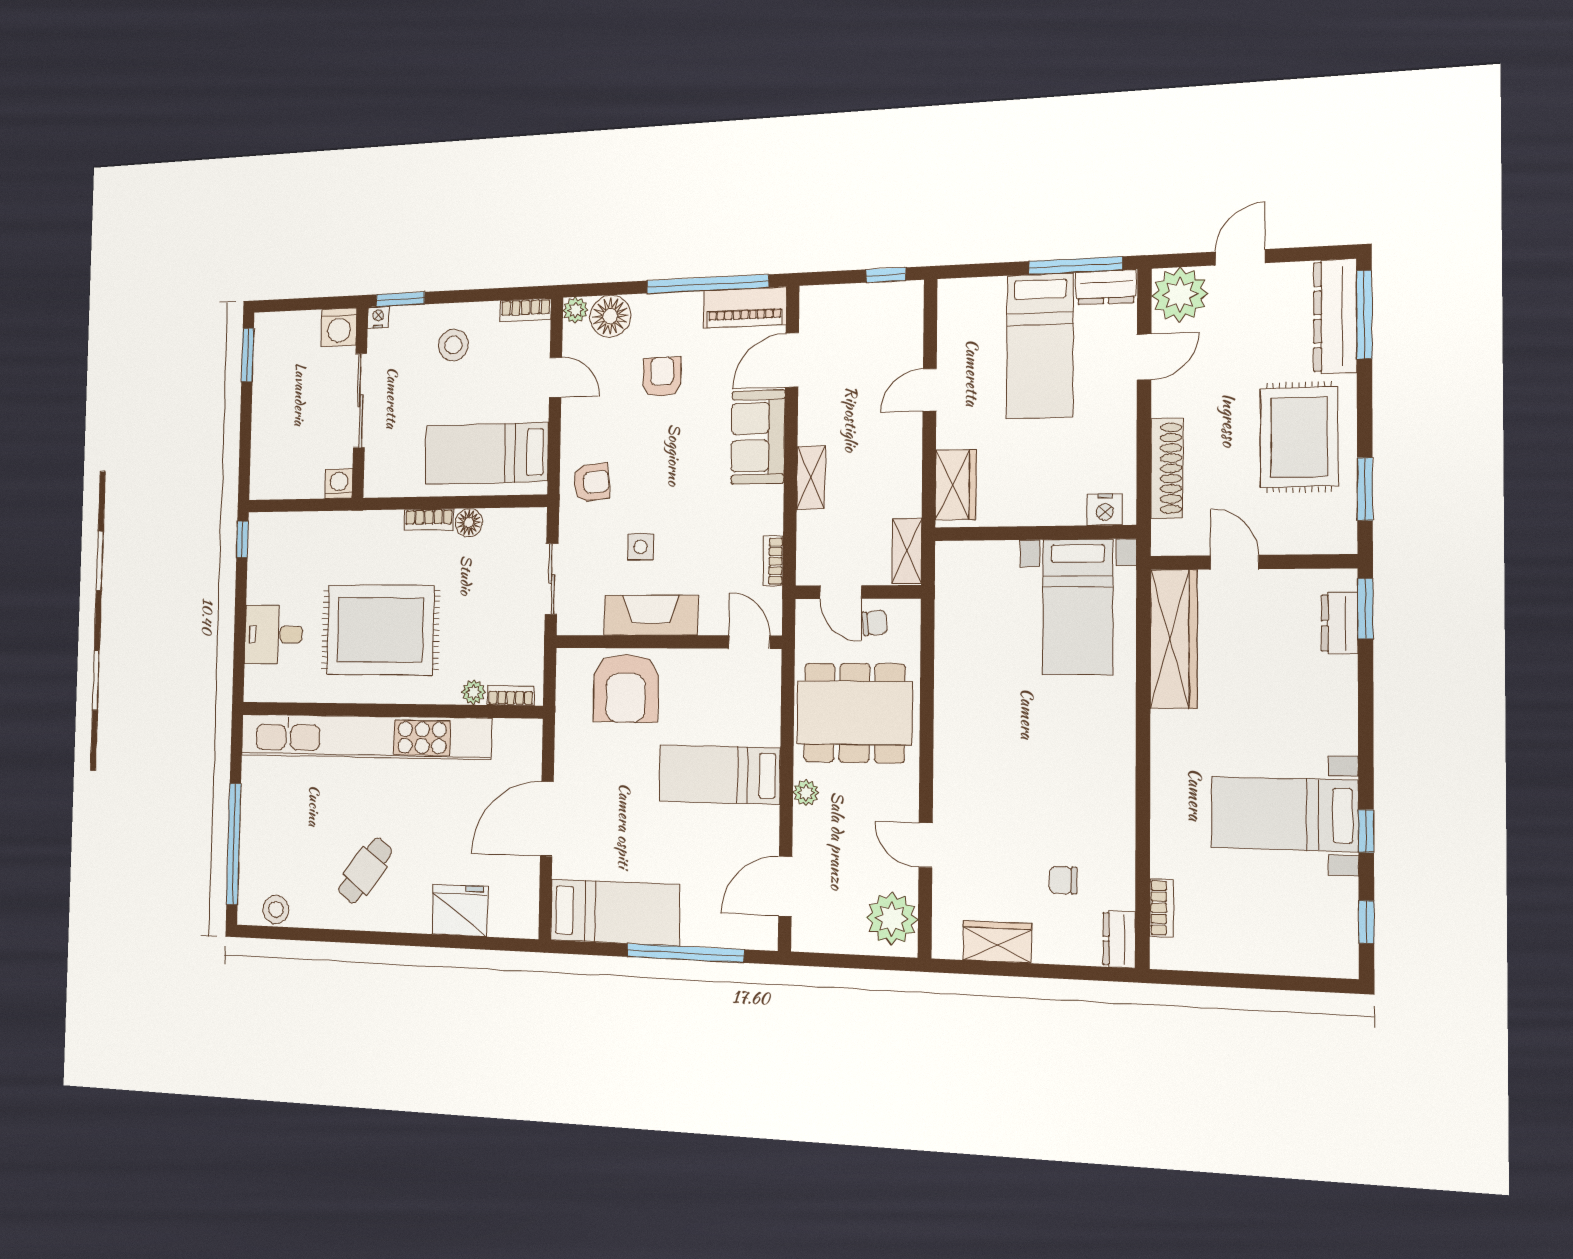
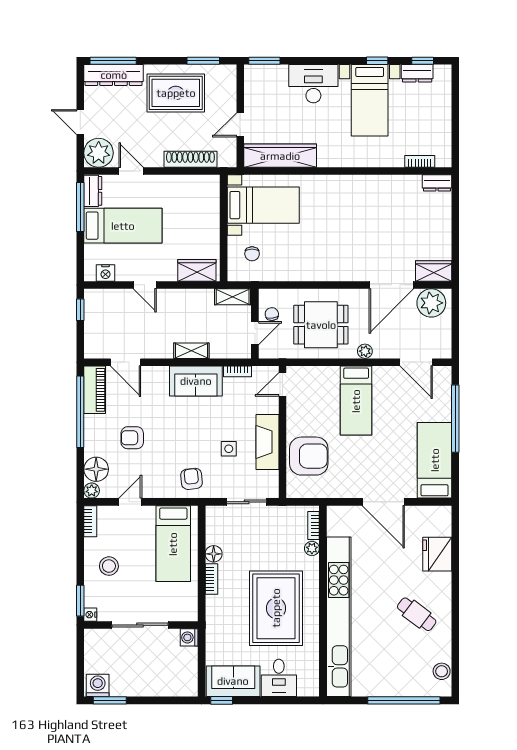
washing machine: (339, 327) -> (98, 685), moved, turned -90
sofa: (758, 437) -> (196, 381), moved
nightstand: (1105, 509) -> (105, 273), moved, turned 90
sofa: (270, 558) -> (233, 681), added
dresser: (1340, 623) -> (417, 73), moved
desk: (1318, 704) -> (313, 84), added
dining table: (854, 713) -> (321, 325), width x0.73
door: (926, 845) -> (391, 285), width x1.88
chair: (1063, 880) -> (252, 254), moved
wardrobe: (997, 942) -> (434, 271), moved, turned 90

